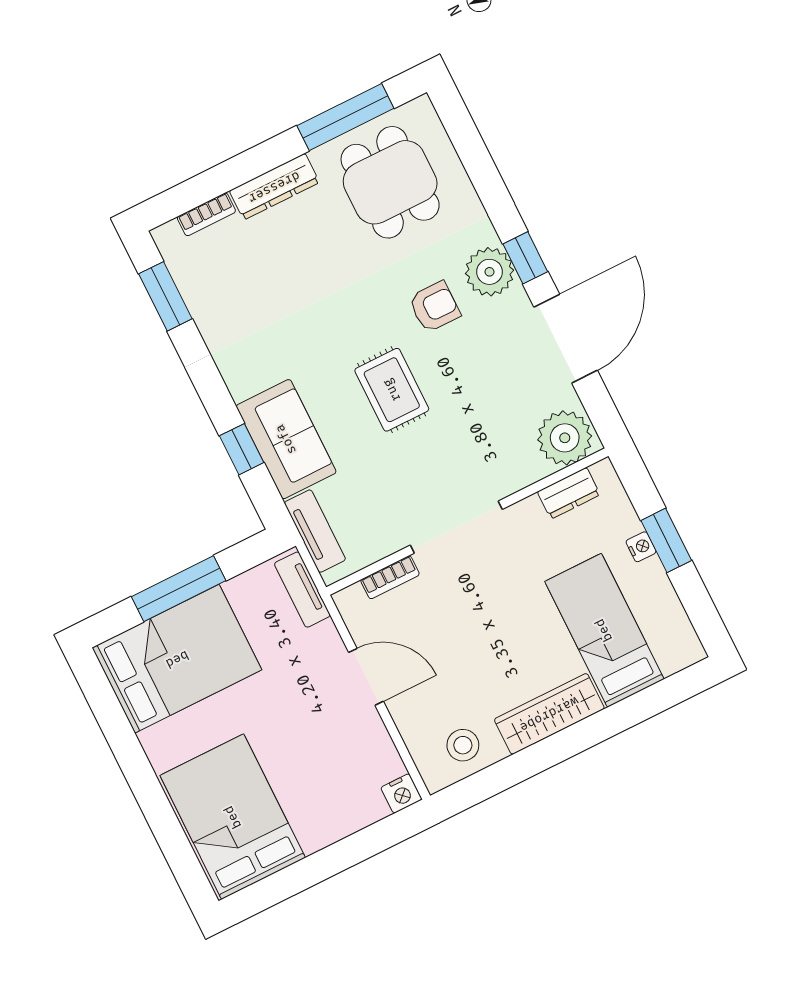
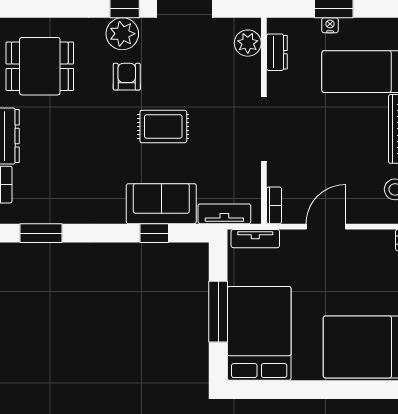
plant: (565, 438) -> (248, 43), width x0.73, depth x0.73
bookcase: (390, 577) -> (274, 205), moved

